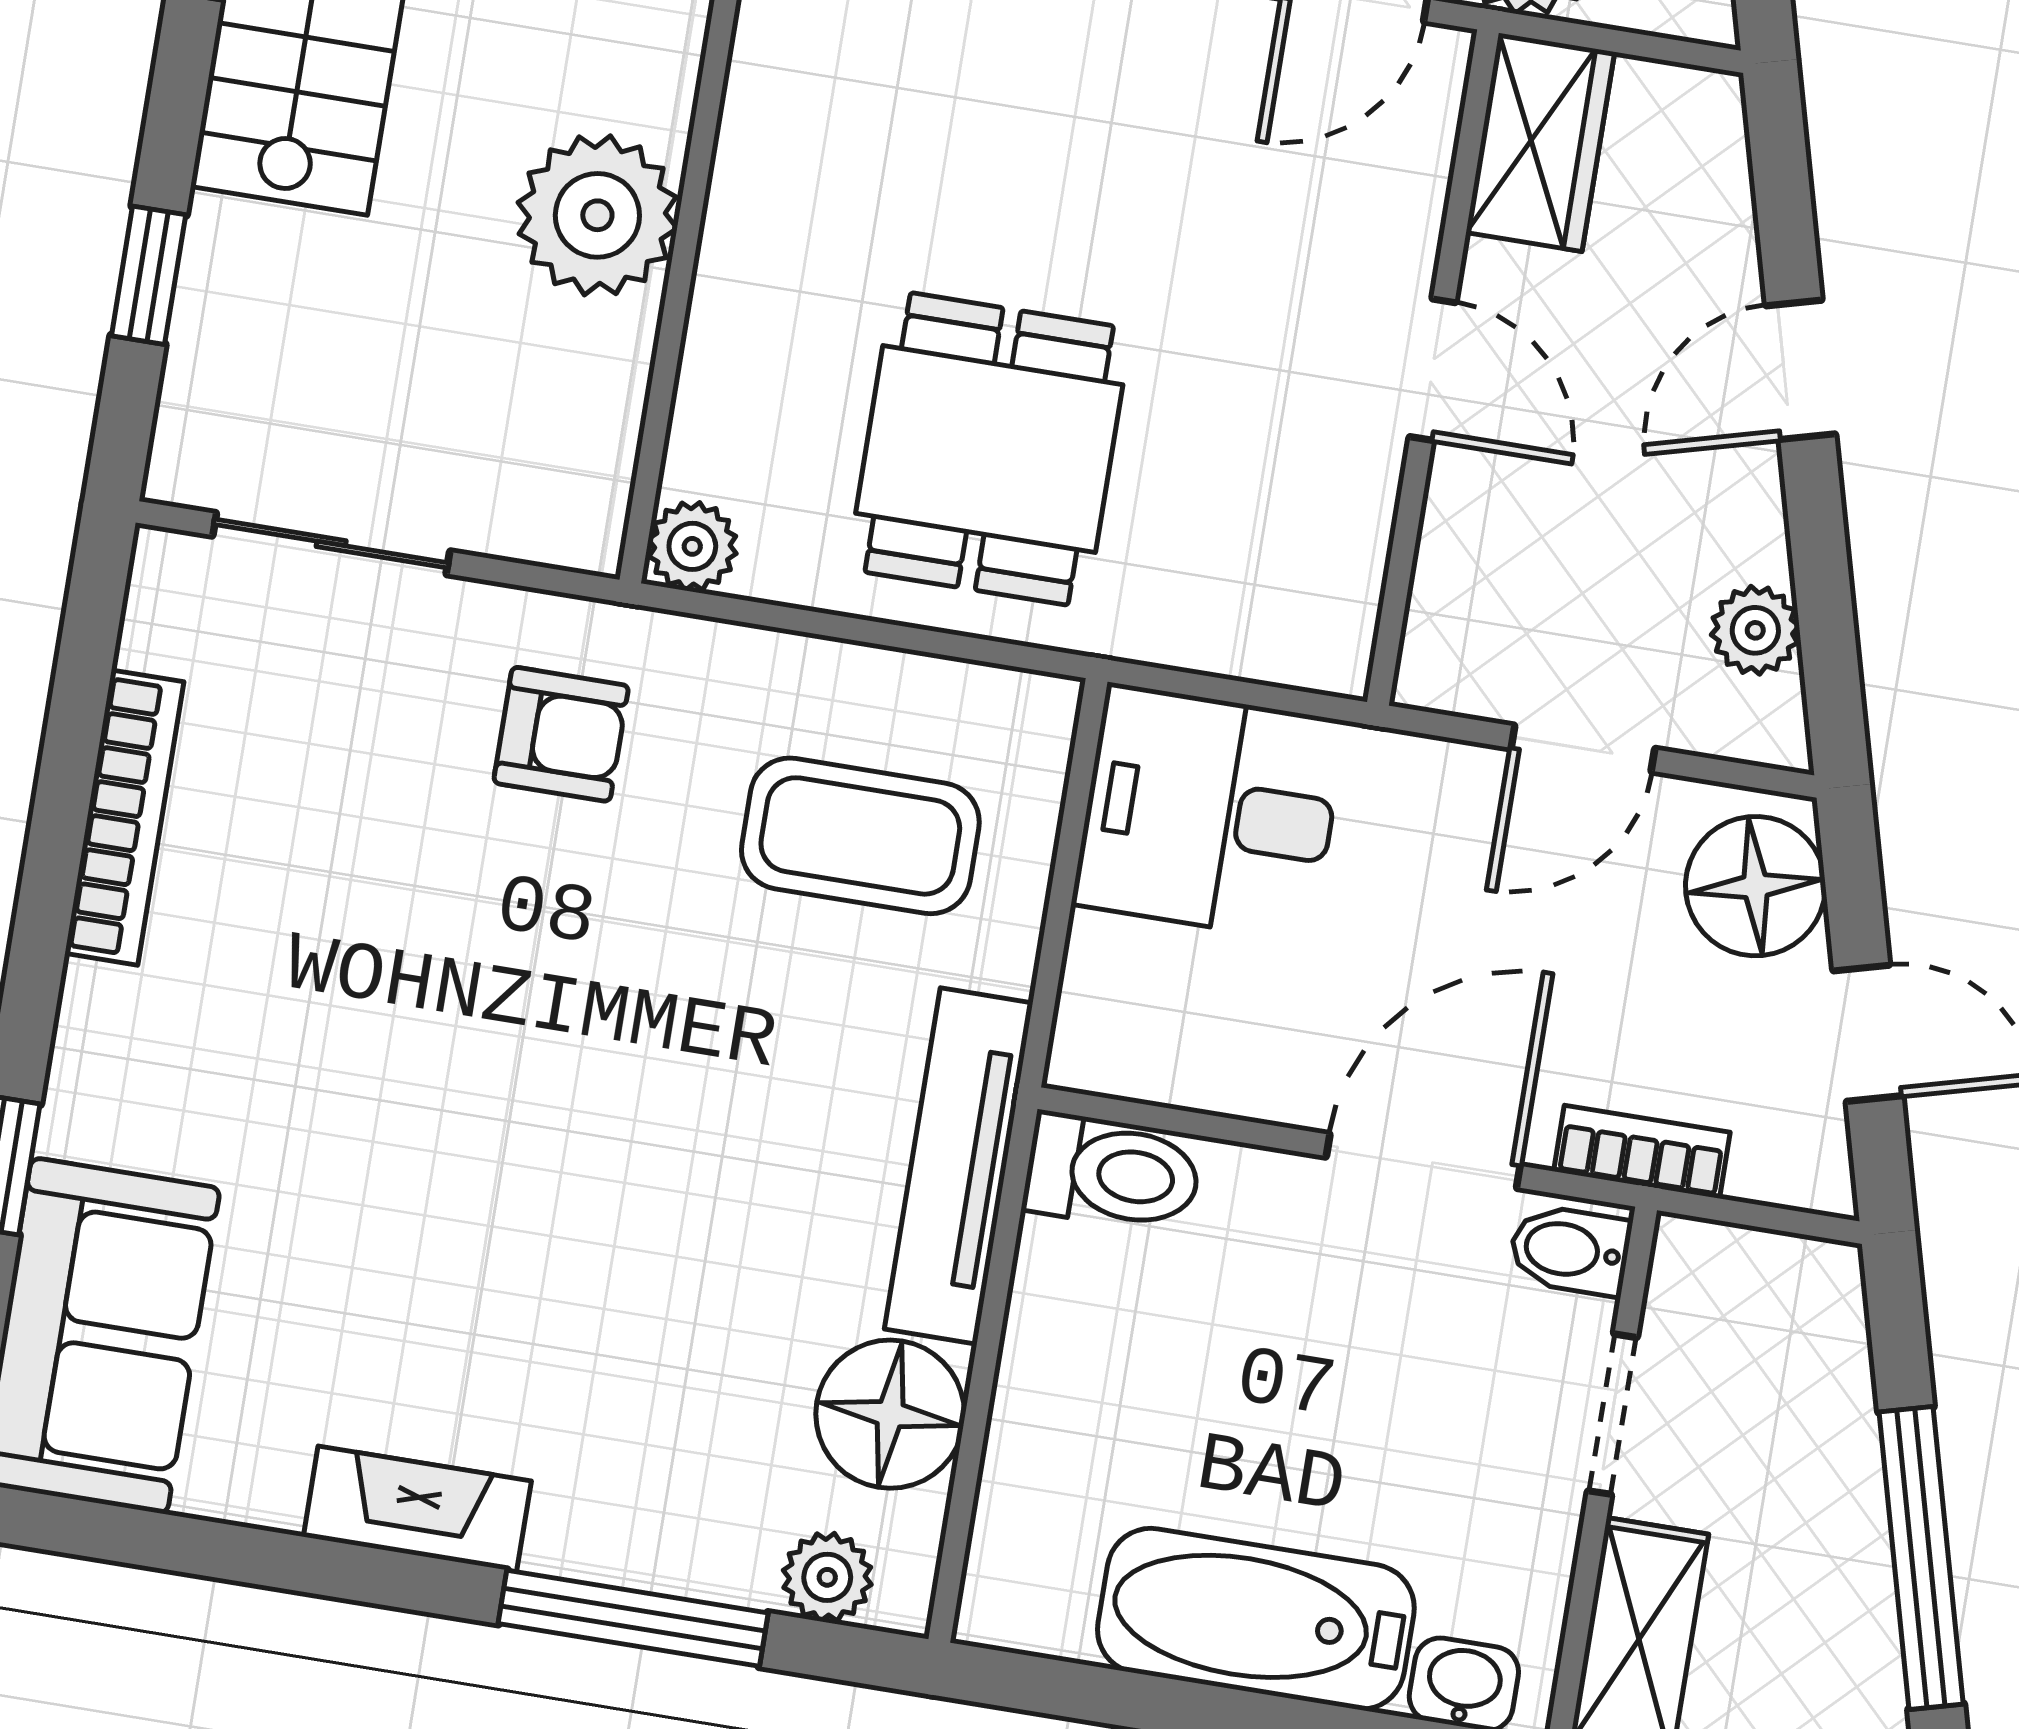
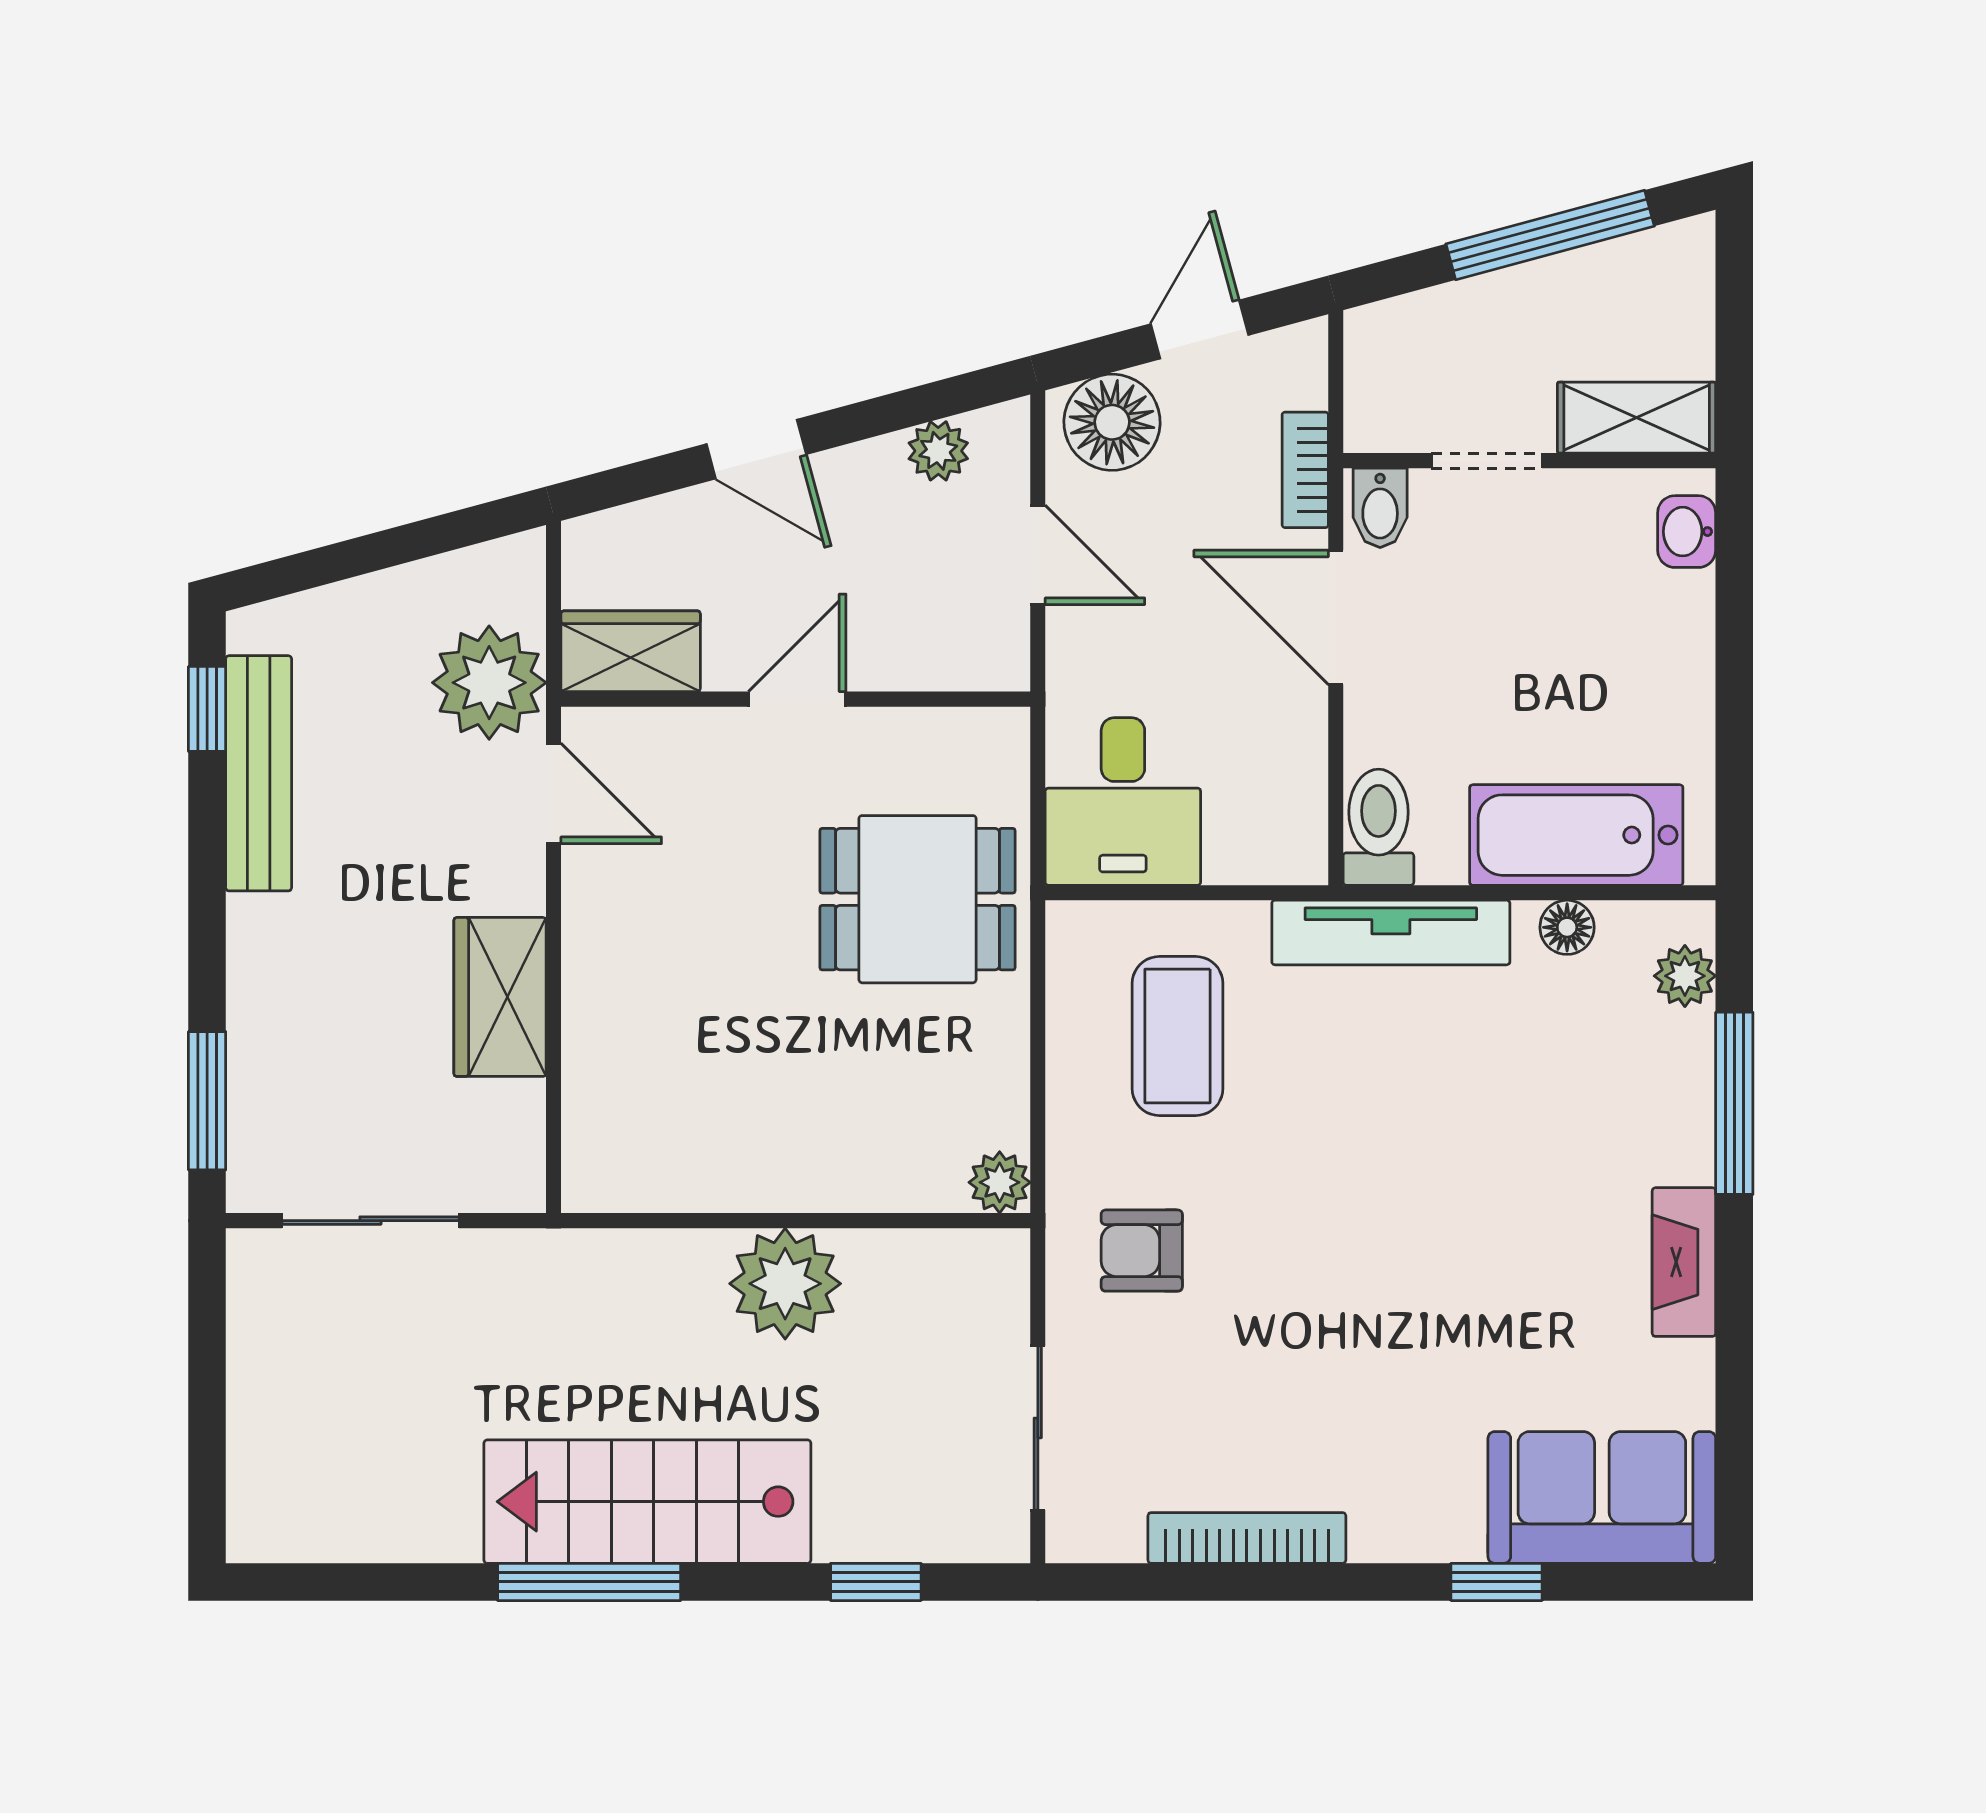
dining table: (989, 449) -> (917, 899), moved
armchair: (561, 734) -> (1142, 1251), turned -90
floor lamp: (890, 1414) -> (1567, 927), width x0.53, depth x0.53
bathtub: (1256, 1619) -> (1576, 835), moved, turned 90

